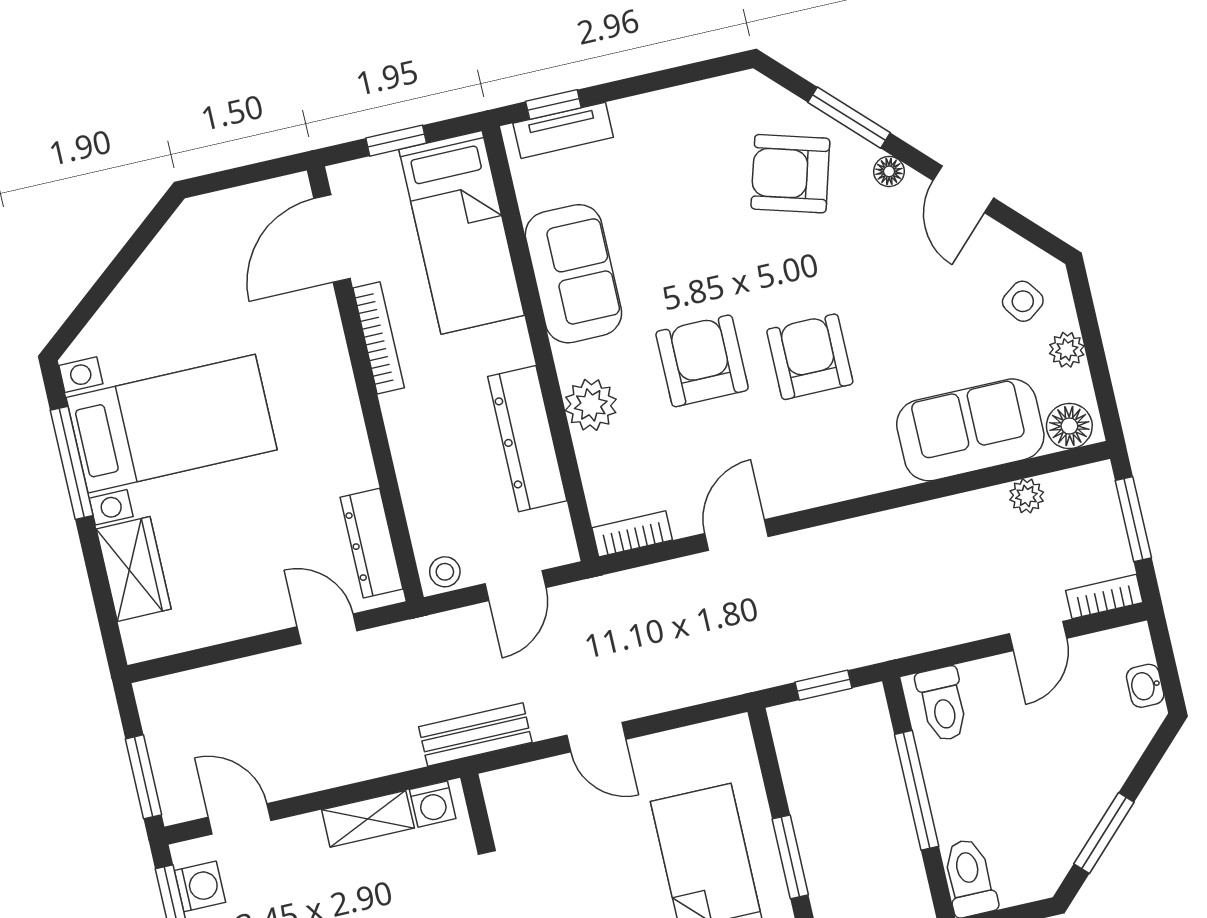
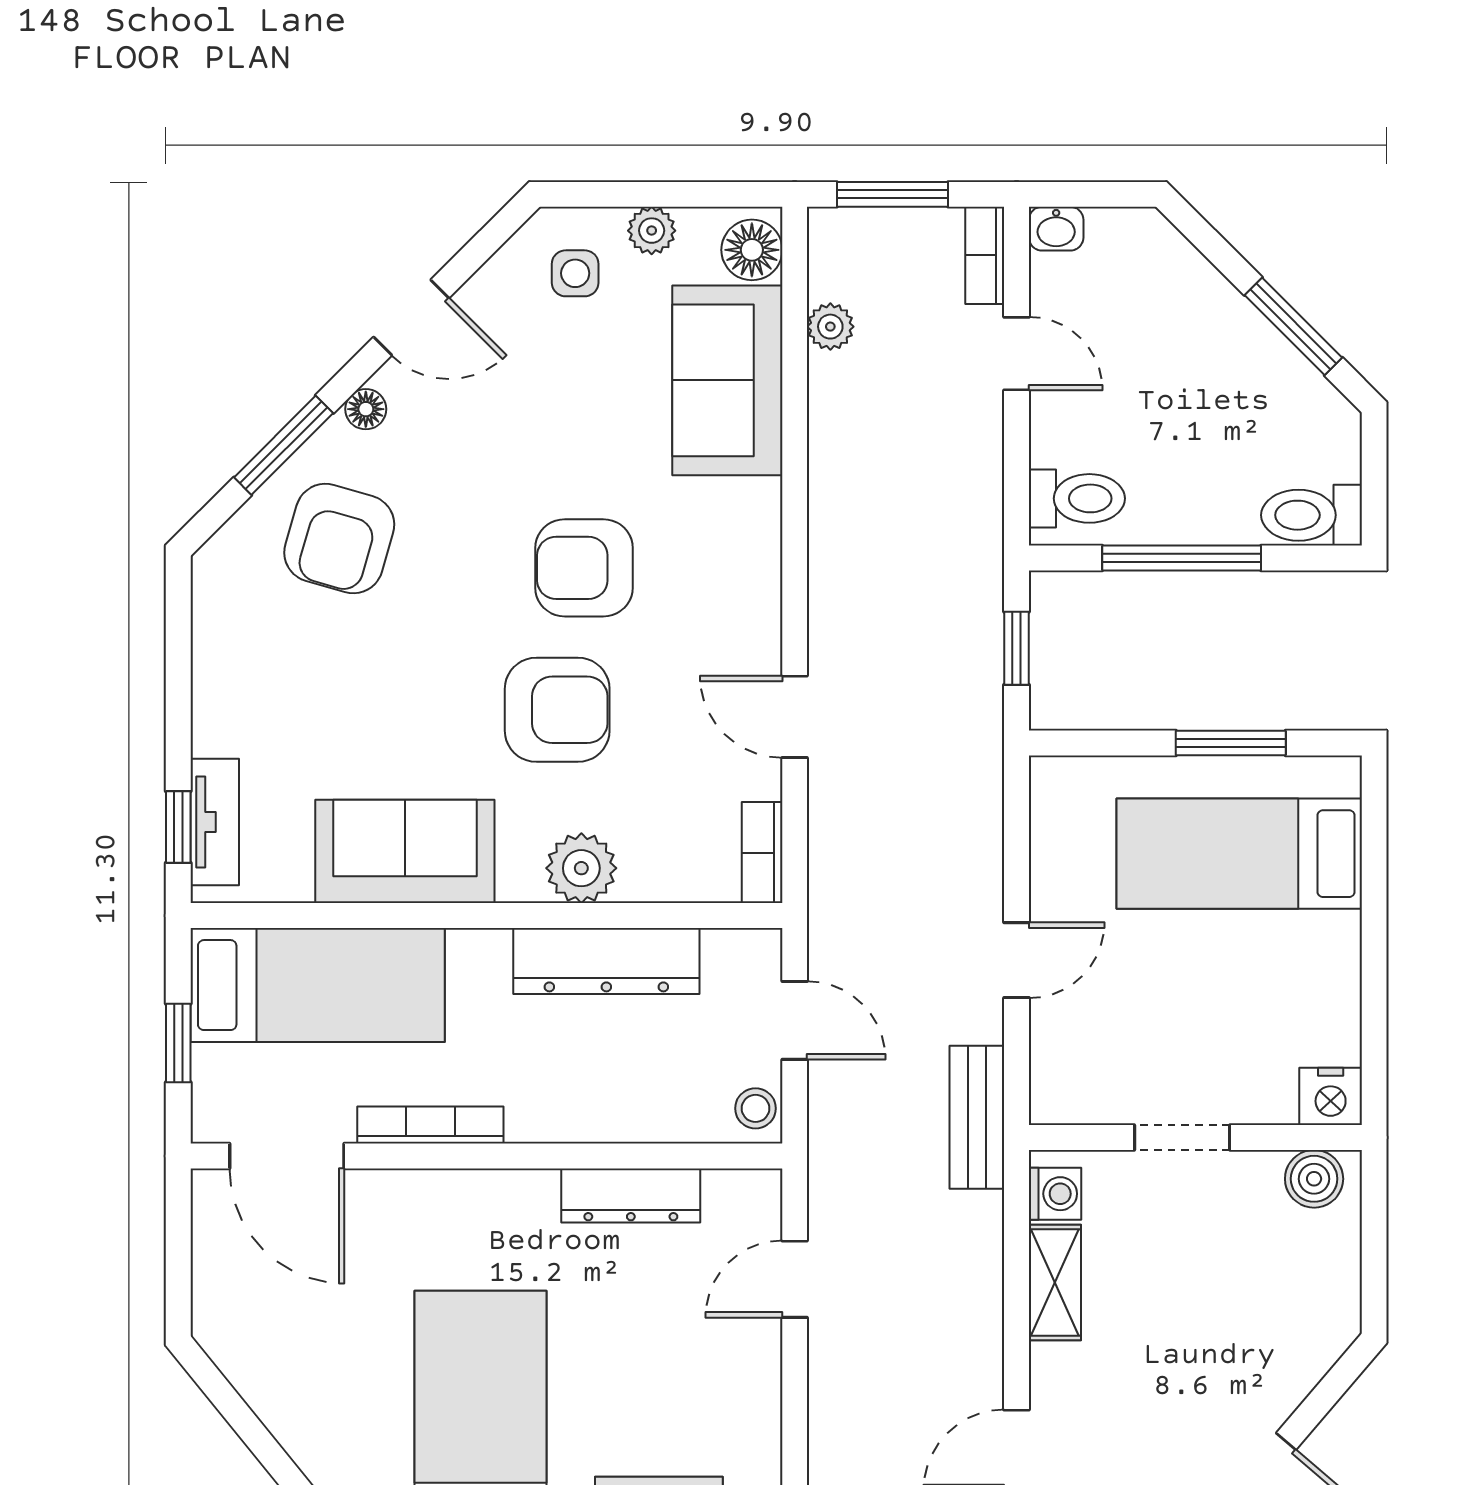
side table: (1023, 301) -> (575, 273), turned 36
armchair: (702, 361) -> (557, 710), turned 180
dresser: (372, 543) -> (631, 1195), moved
washbasin: (1145, 686) -> (1056, 229), moved

